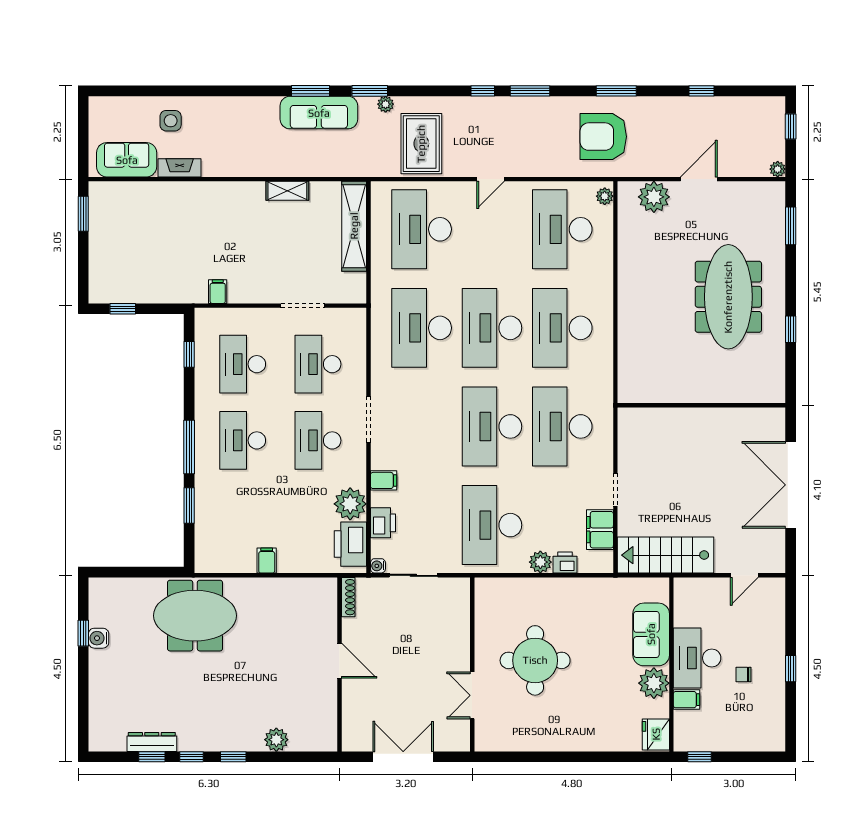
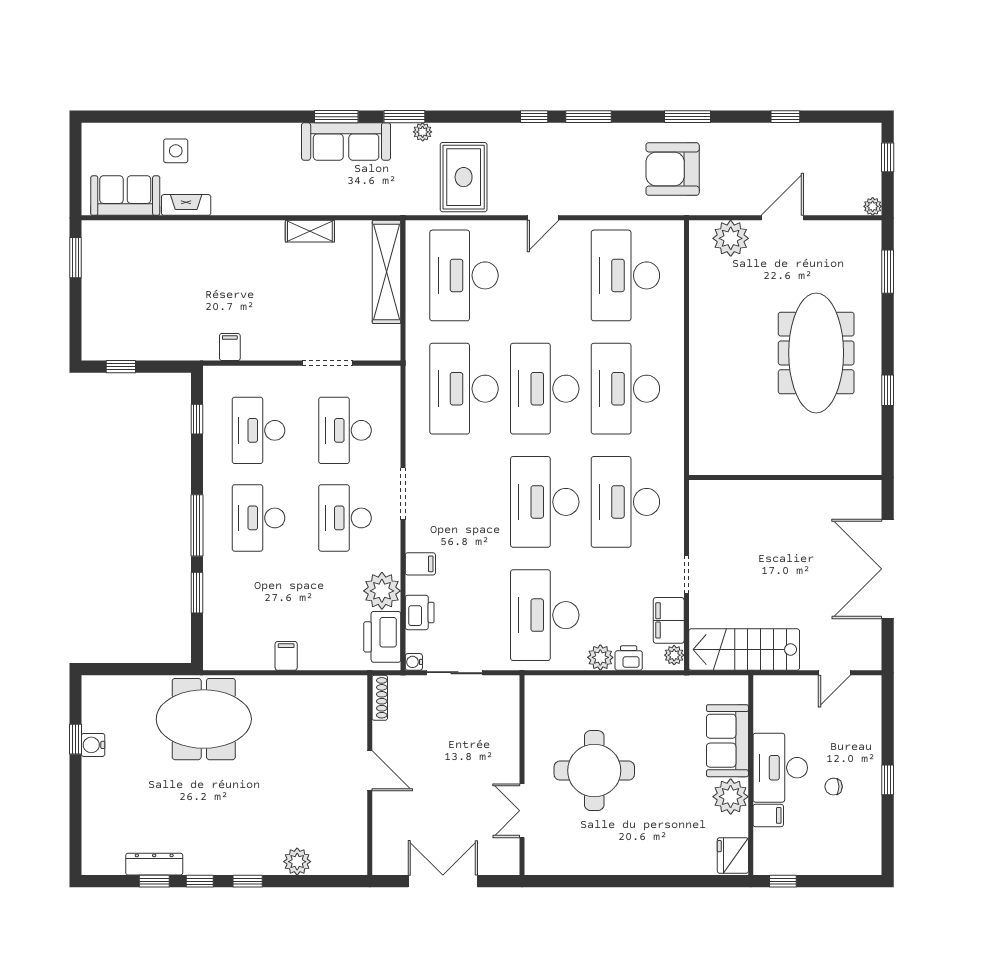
plant: (605, 196) -> (674, 655), moved

